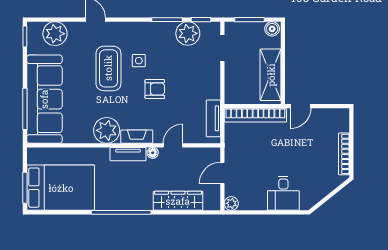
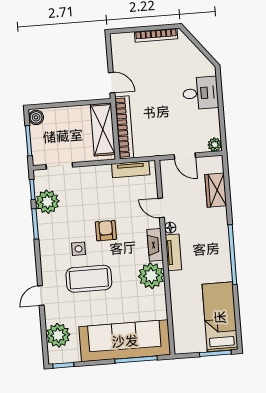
shelving: (271, 75) -> (103, 129), moved, turned 90
bed: (61, 188) -> (220, 317), width x0.67
wardrobe: (178, 201) -> (216, 190), width x0.67

